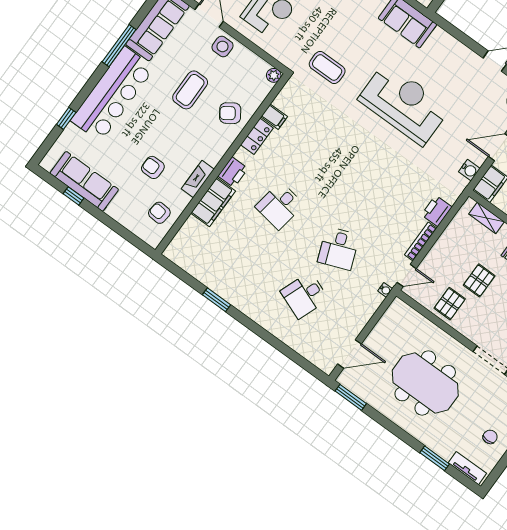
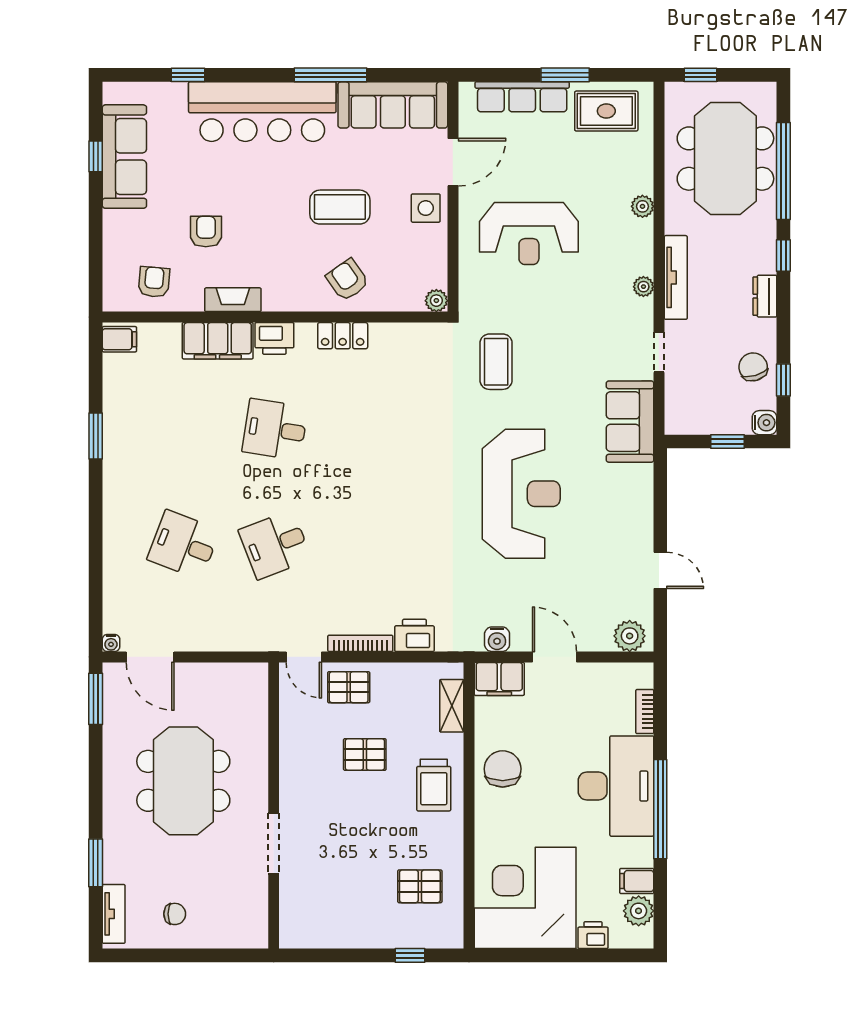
filing cabinet: (274, 117) -> (119, 339), moved, turned -90
water cooler: (385, 290) -> (111, 643), moved
pallet: (450, 304) -> (349, 687), moved

